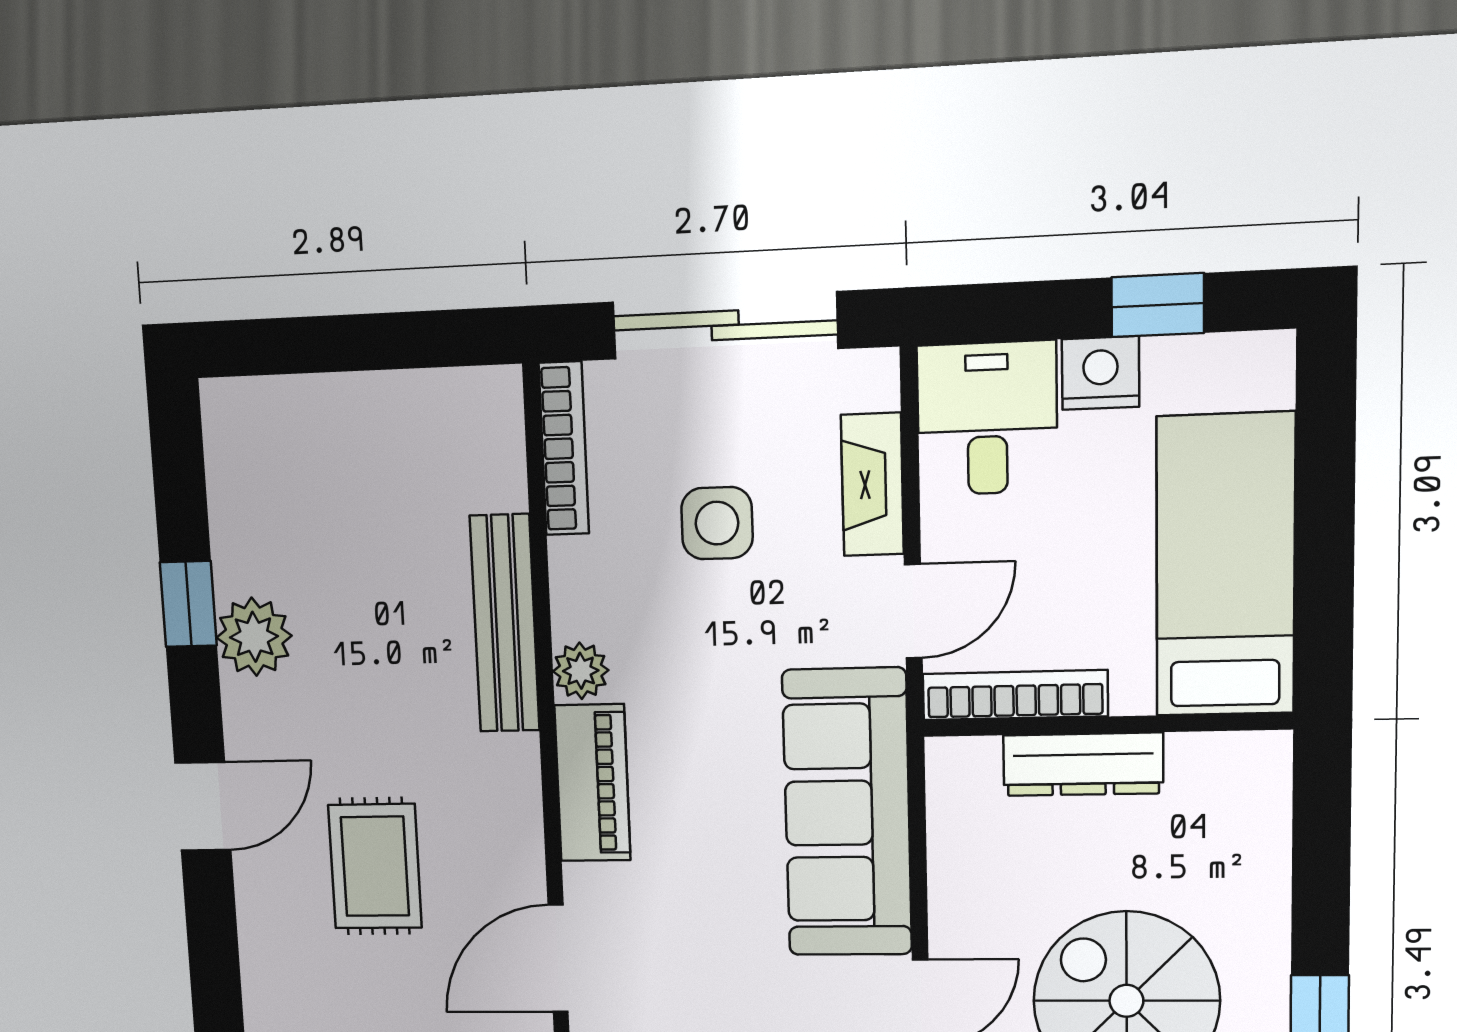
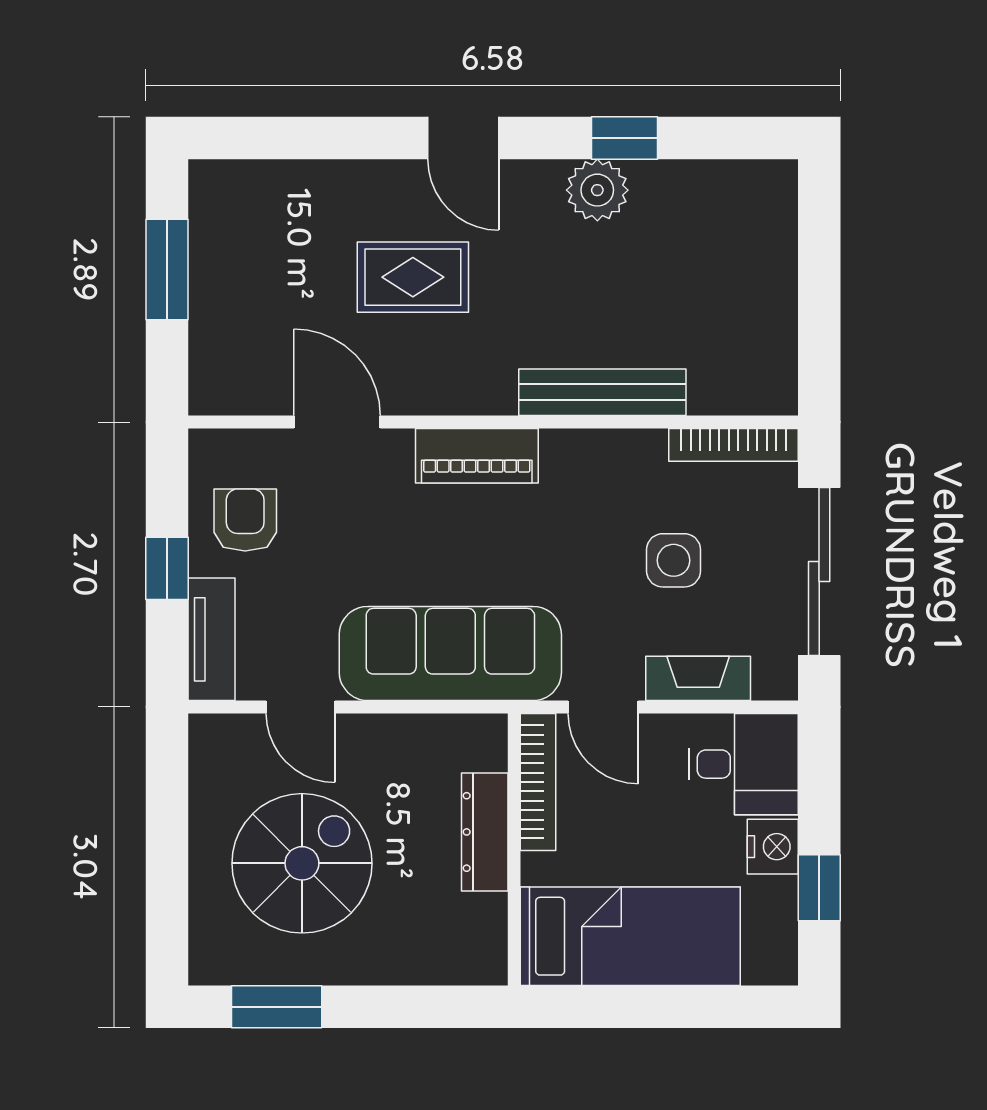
plant: (581, 671) -> (564, 450), removed

